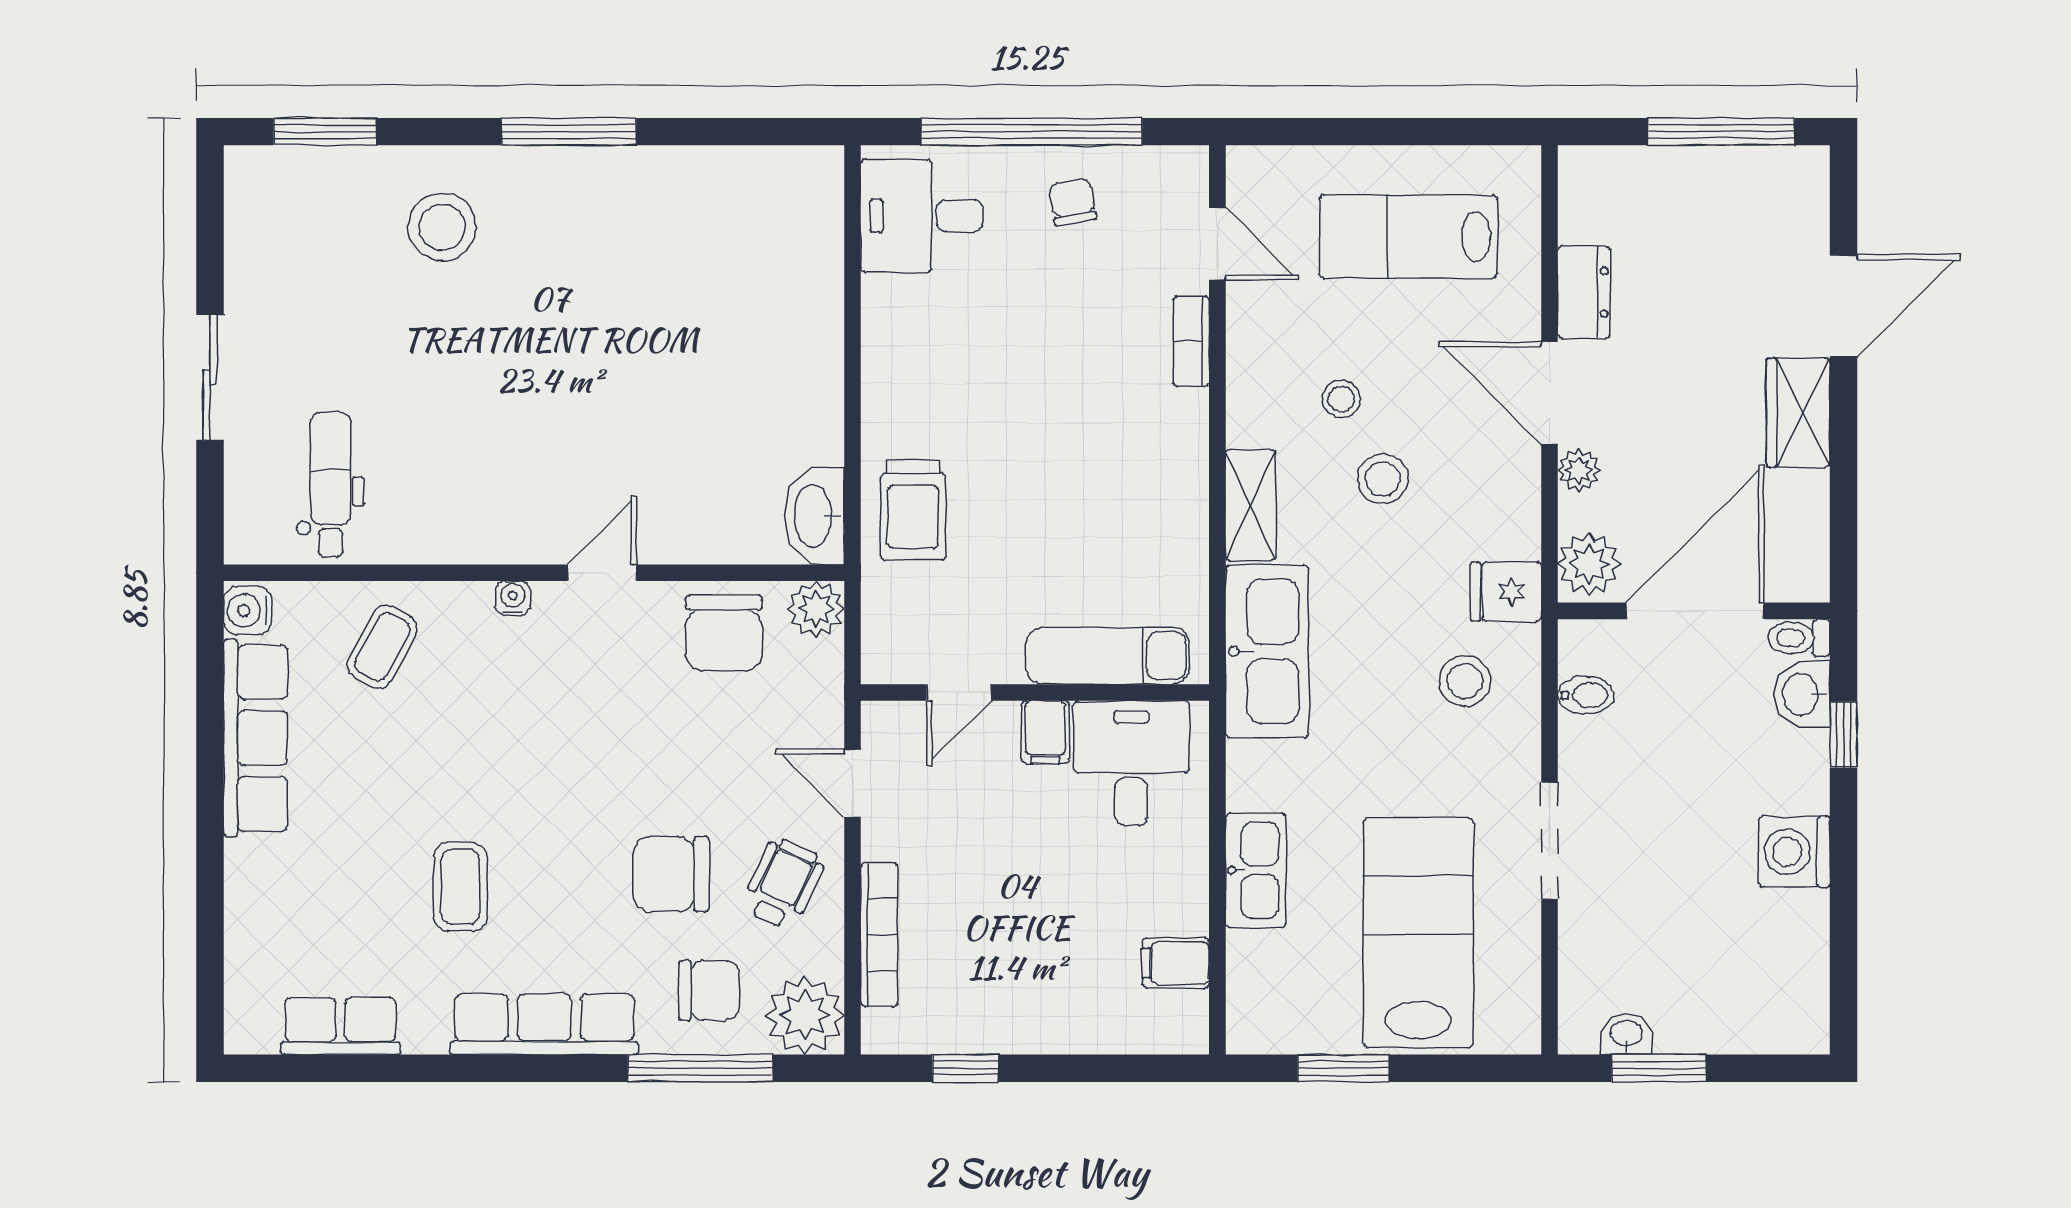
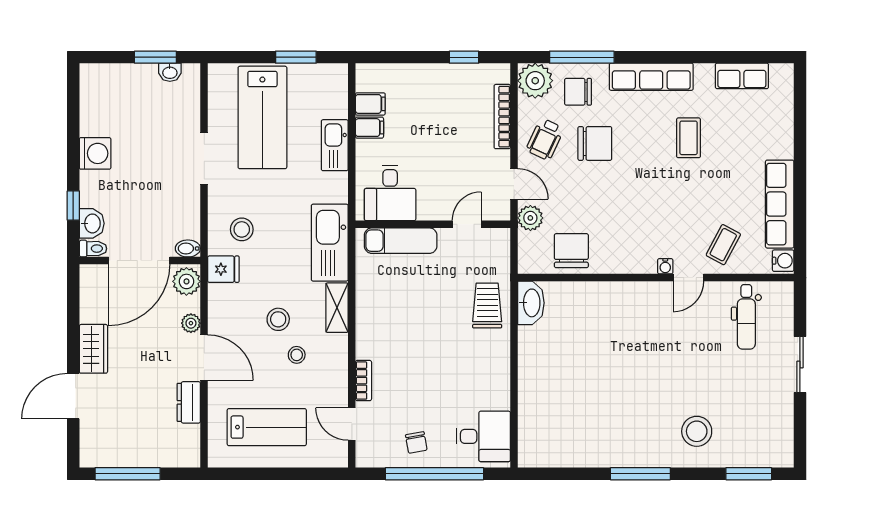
door: (602, 573) -> (688, 278), moved
plant: (816, 609) -> (530, 218), moved
bidet: (1586, 695) -> (188, 248), moved
filing cabinet: (1045, 732) -> (369, 128), moved, turned 90

